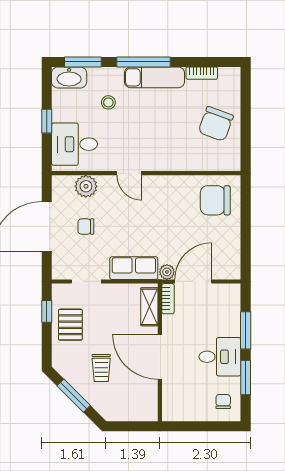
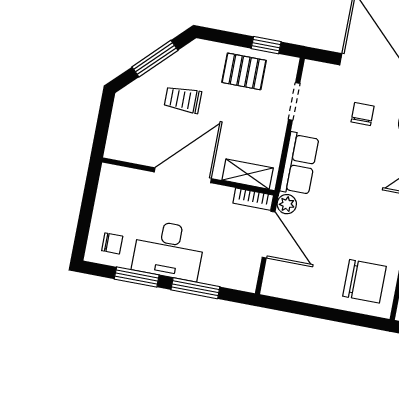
chair: (215, 200) -> (364, 281), turned 90
desk: (220, 357) -> (169, 250), width x1.37

